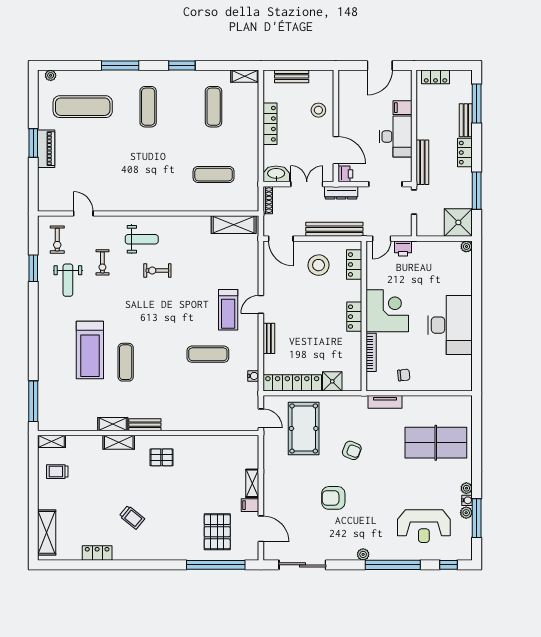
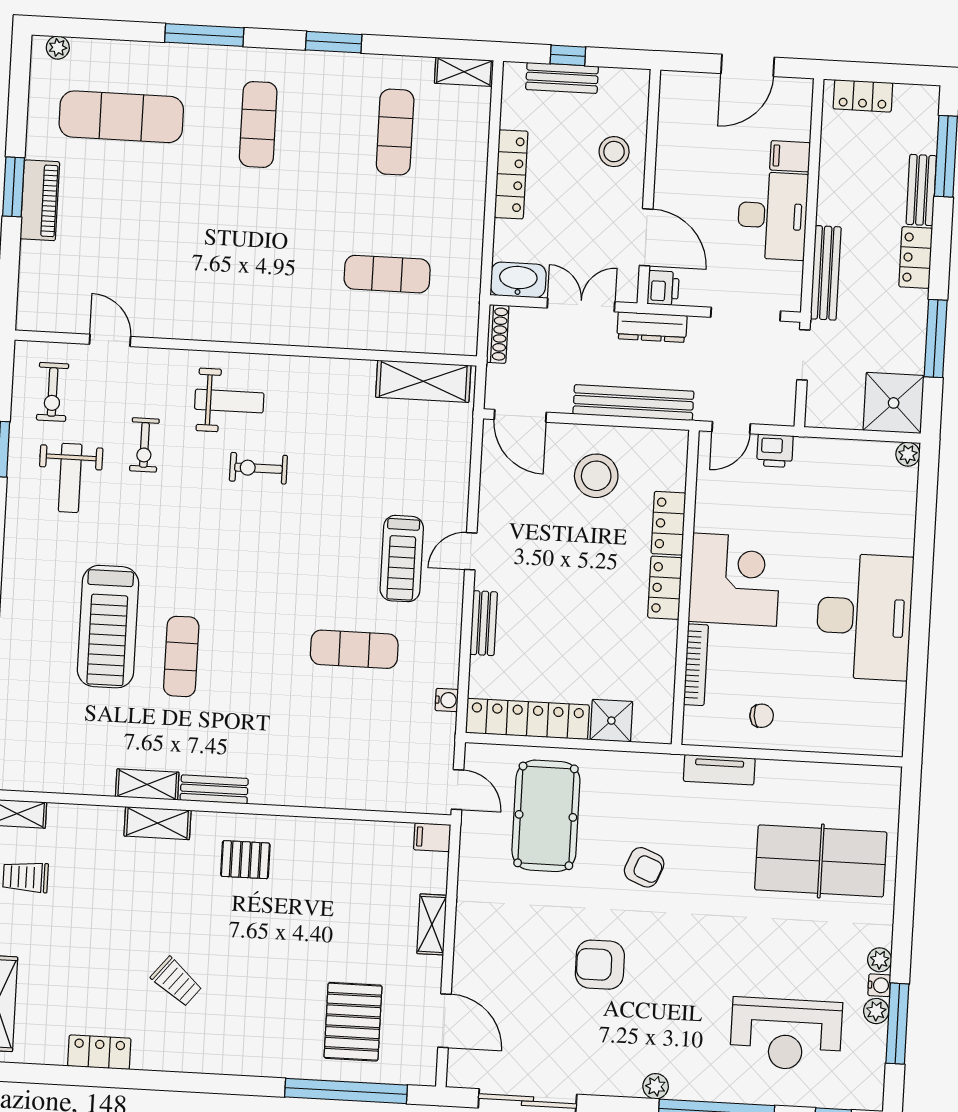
window: (294, 65) -> (568, 55), added
locker: (354, 264) -> (668, 523), moved
filing cabinet: (250, 505) -> (432, 837), moved

